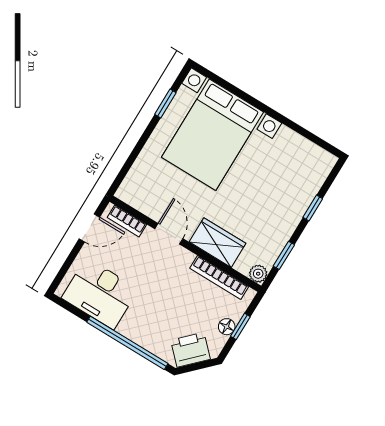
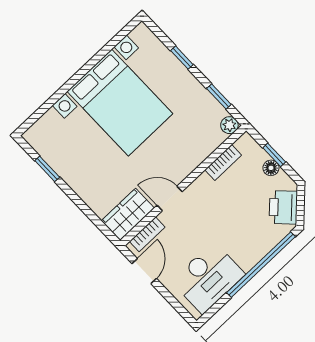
bed with nightstands: (213, 135) -> (120, 103), moved
wardrobe: (218, 243) -> (128, 214), moved
bookcase: (219, 277) -> (223, 163), width x0.64

